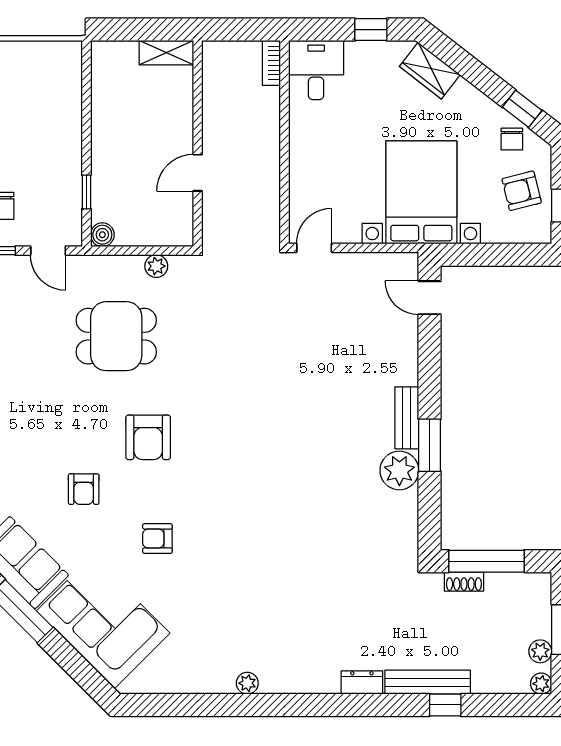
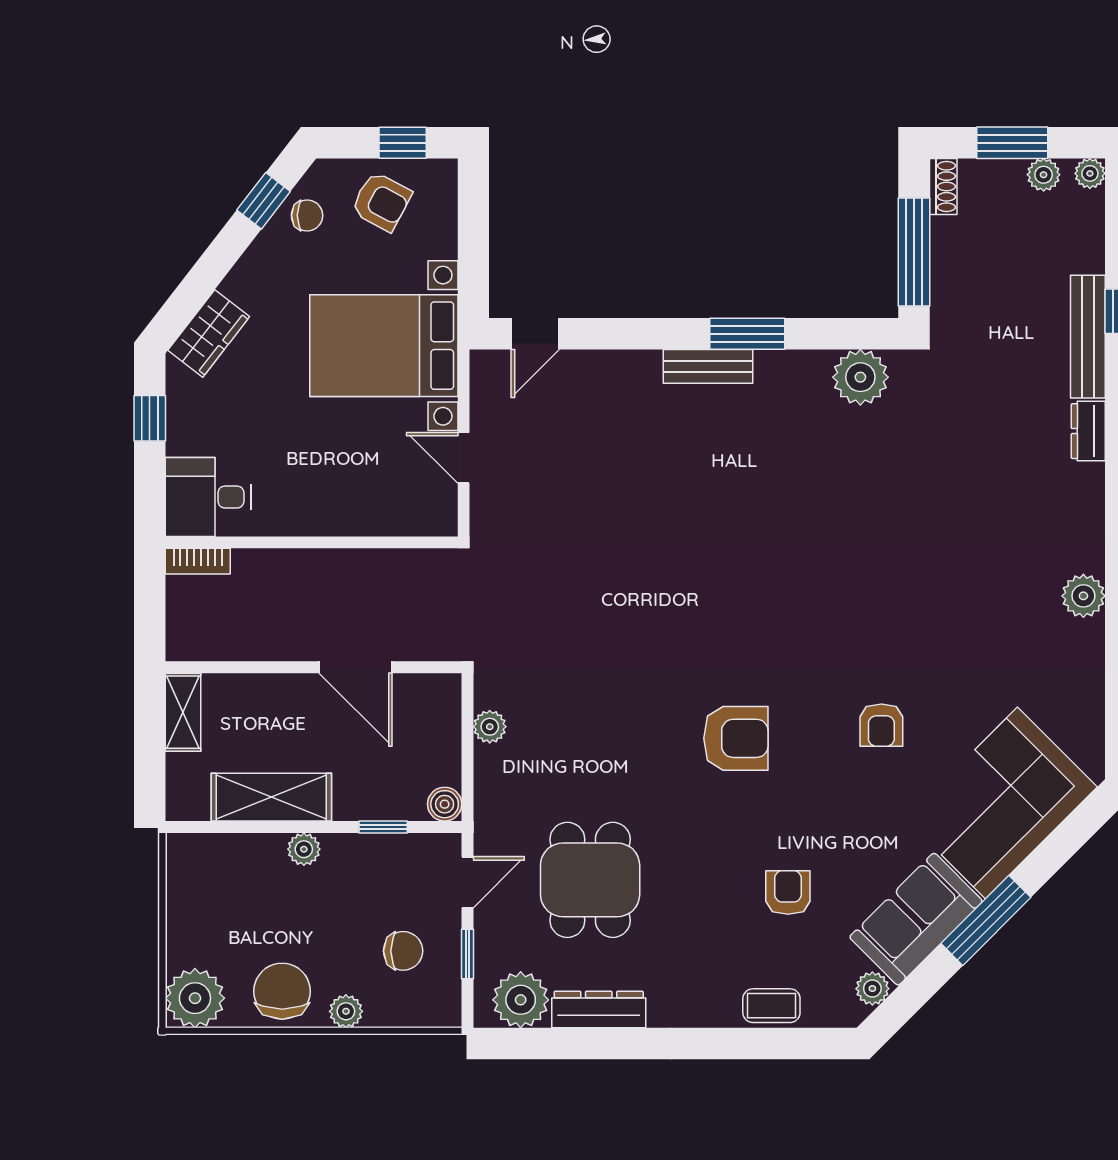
shelving: (107, 114) -> (271, 797), added
plant: (71, 137) -> (304, 849), added
door: (198, 173) -> (356, 667), width x1.37
armchair: (522, 191) -> (381, 201), turned -48
door: (314, 248) -> (464, 458), moved
dining table: (116, 336) -> (590, 880), moved
plant: (399, 470) -> (860, 377), moved
armchair: (84, 489) -> (788, 893), moved, turned -90
shoe rack: (464, 582) -> (943, 186), moved
plant: (247, 683) -> (1083, 596), width x1.38, depth x1.38

